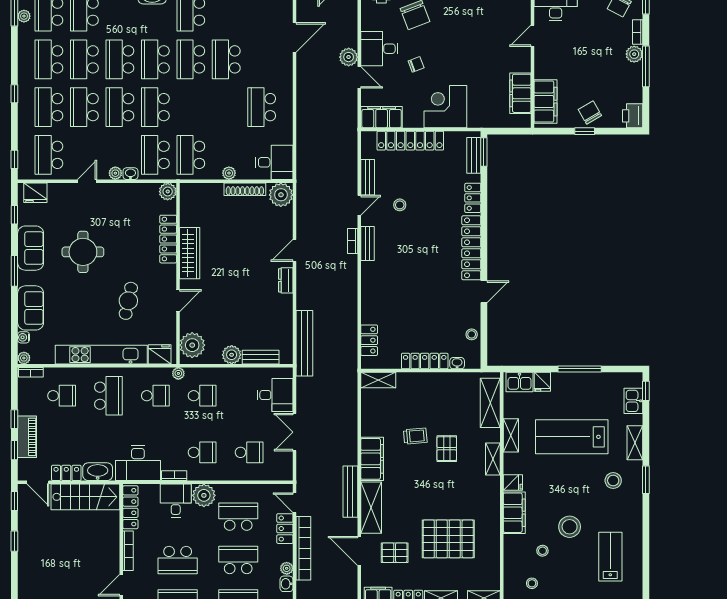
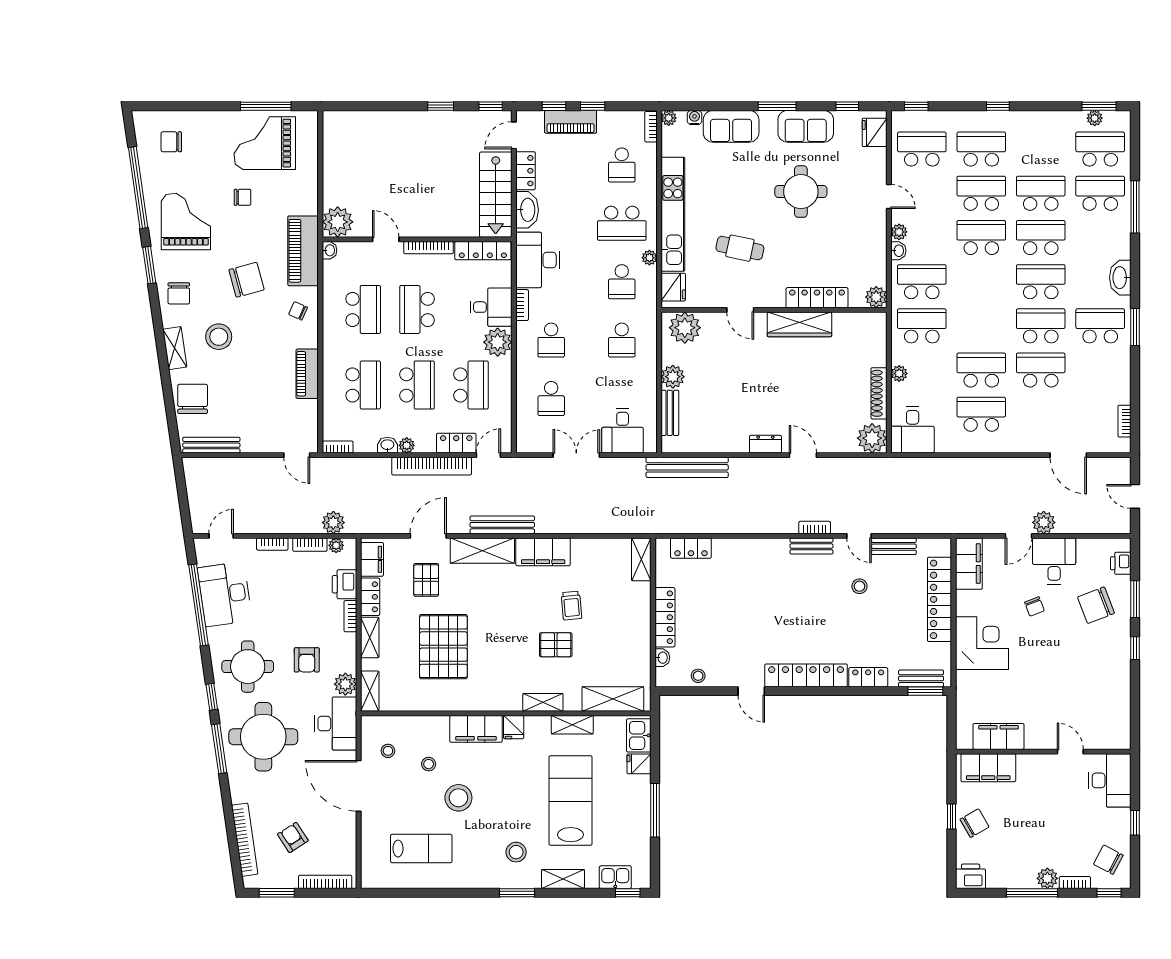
school desk: (49, 59) -> (1041, 149), removed
school desk: (155, 107) -> (981, 370), moved
plant: (178, 373) -> (649, 258), moved

